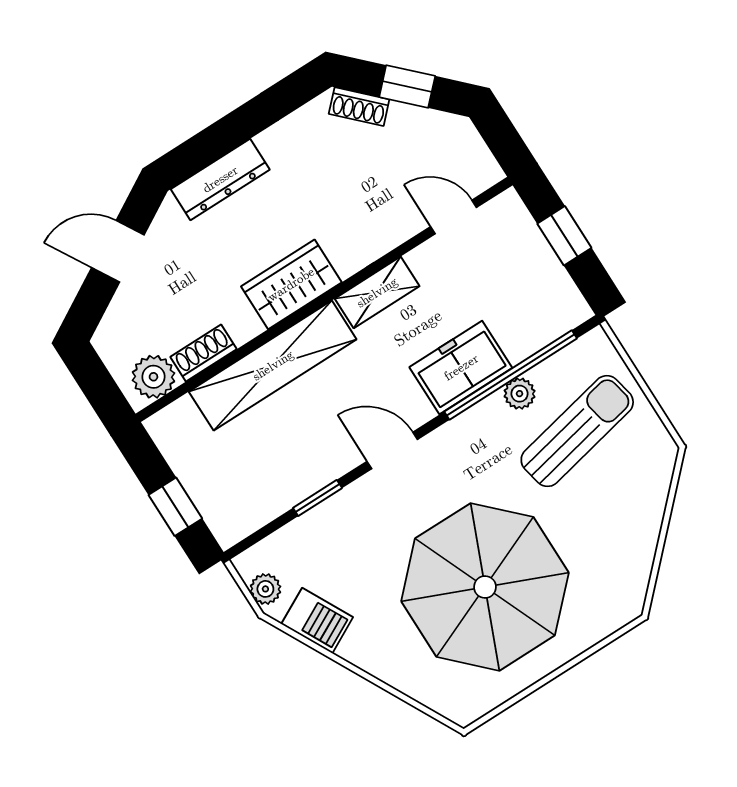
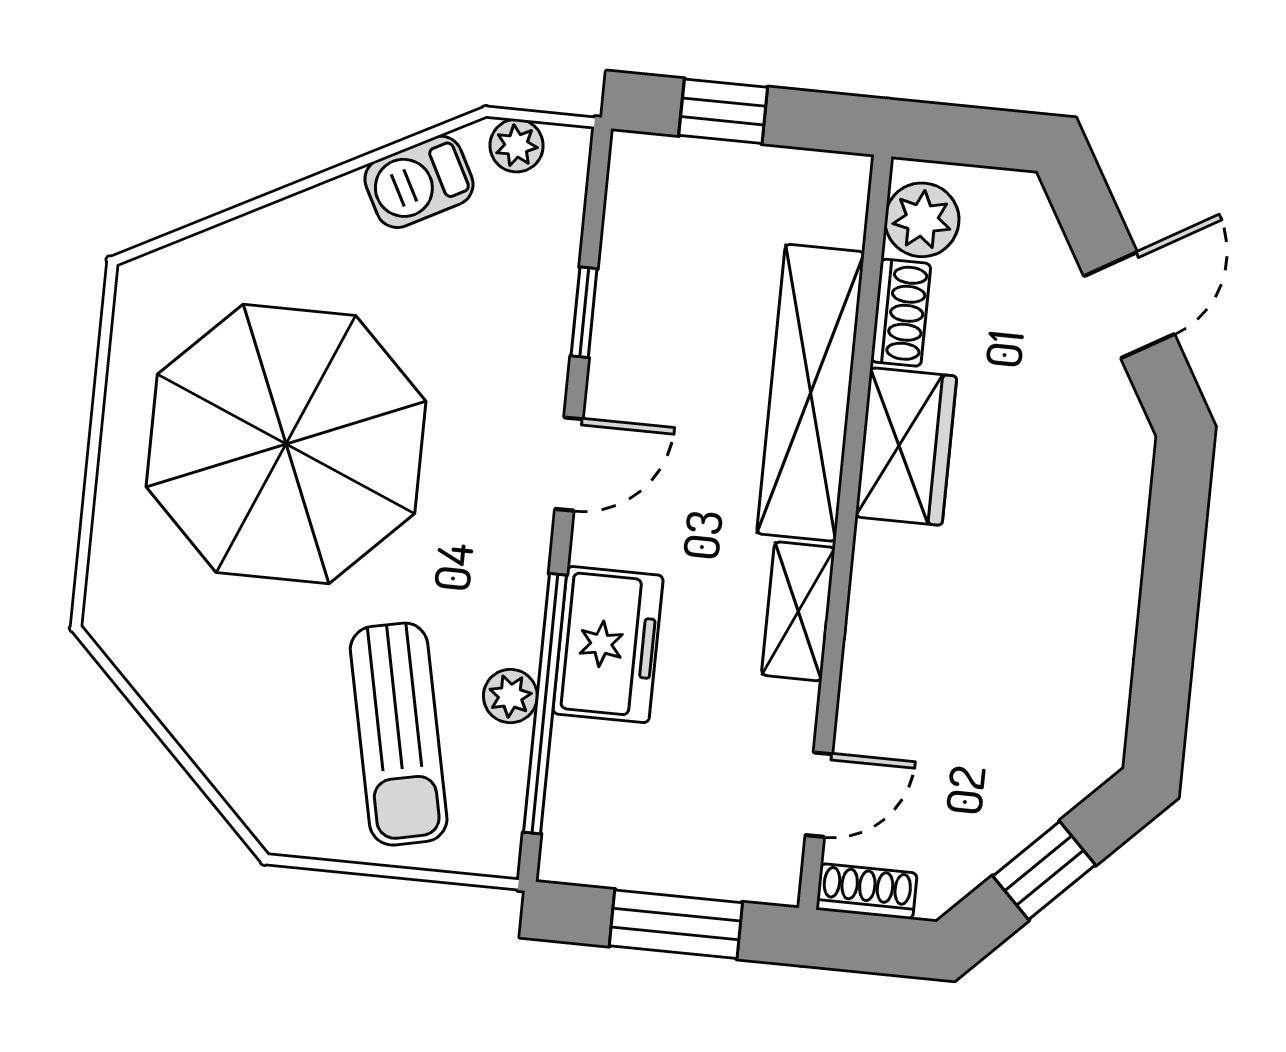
shoe rack: (359, 107) -> (867, 891), moved, turned 45
dresser: (220, 179) -> (1117, 520), removed
window: (564, 236) -> (676, 924), width x1.50
wardrobe: (291, 284) -> (906, 446), moved

